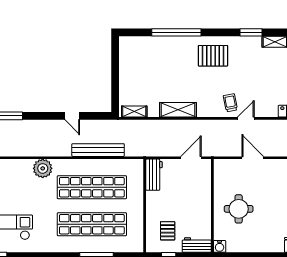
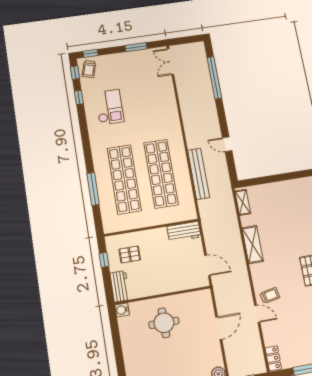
door: (72, 116) -> (227, 144), hinge flipped
plant: (43, 168) -> (171, 125), removed

